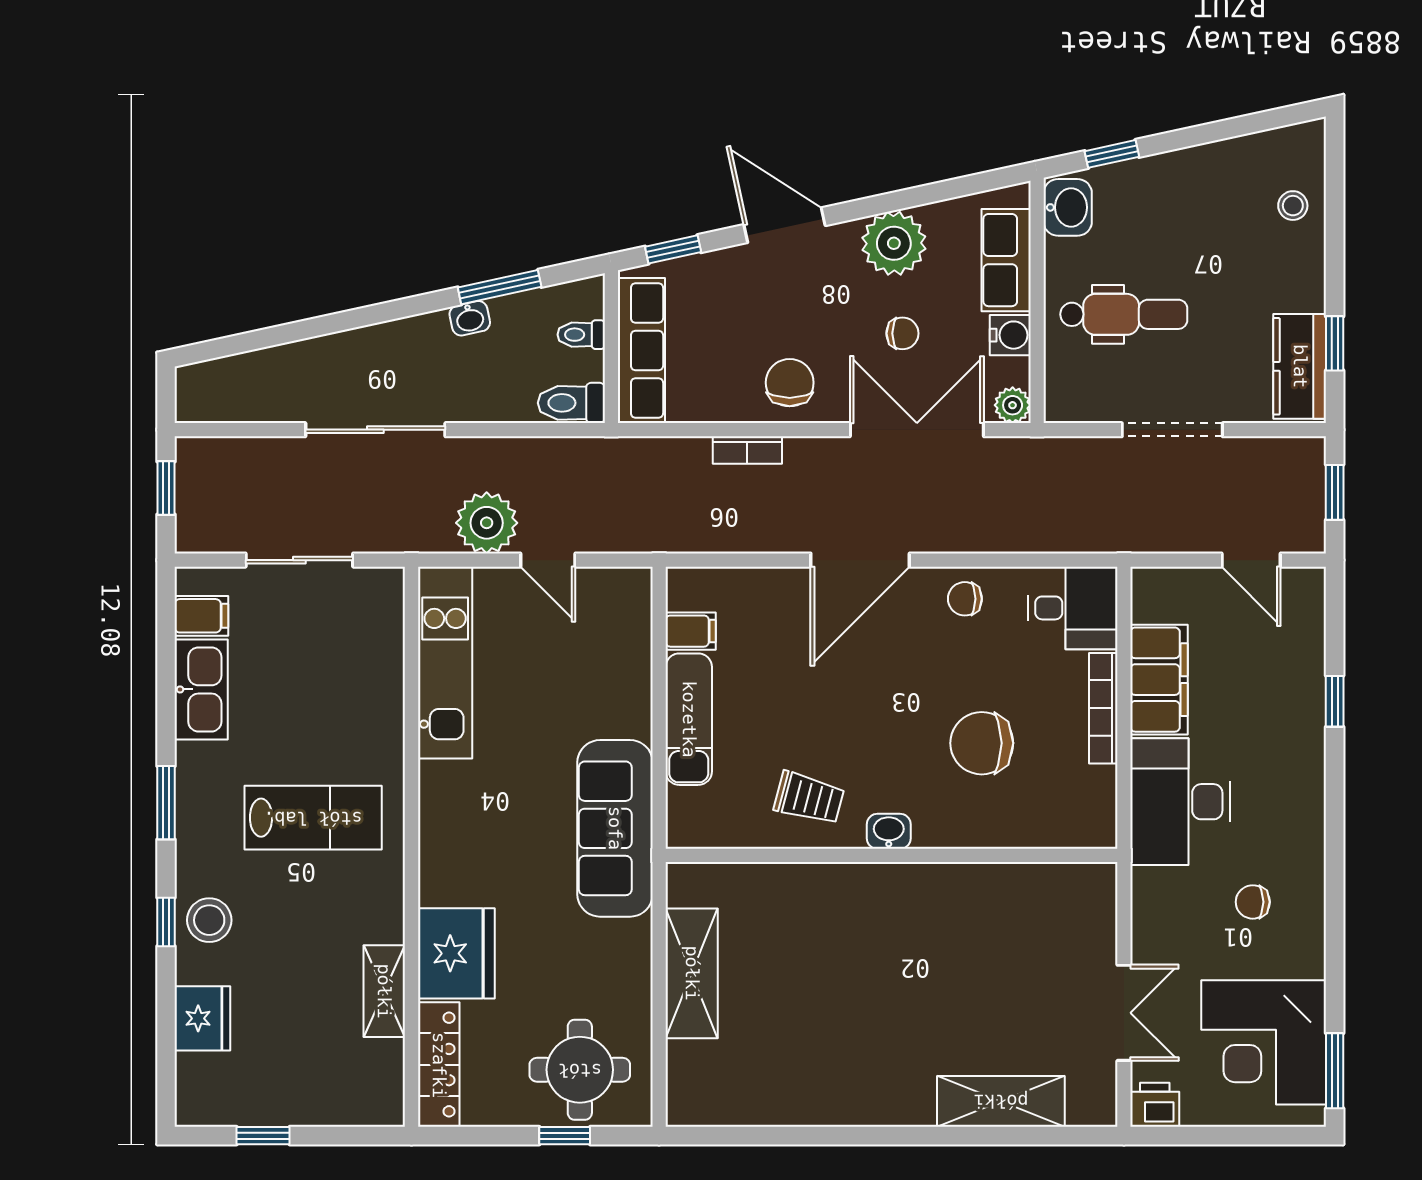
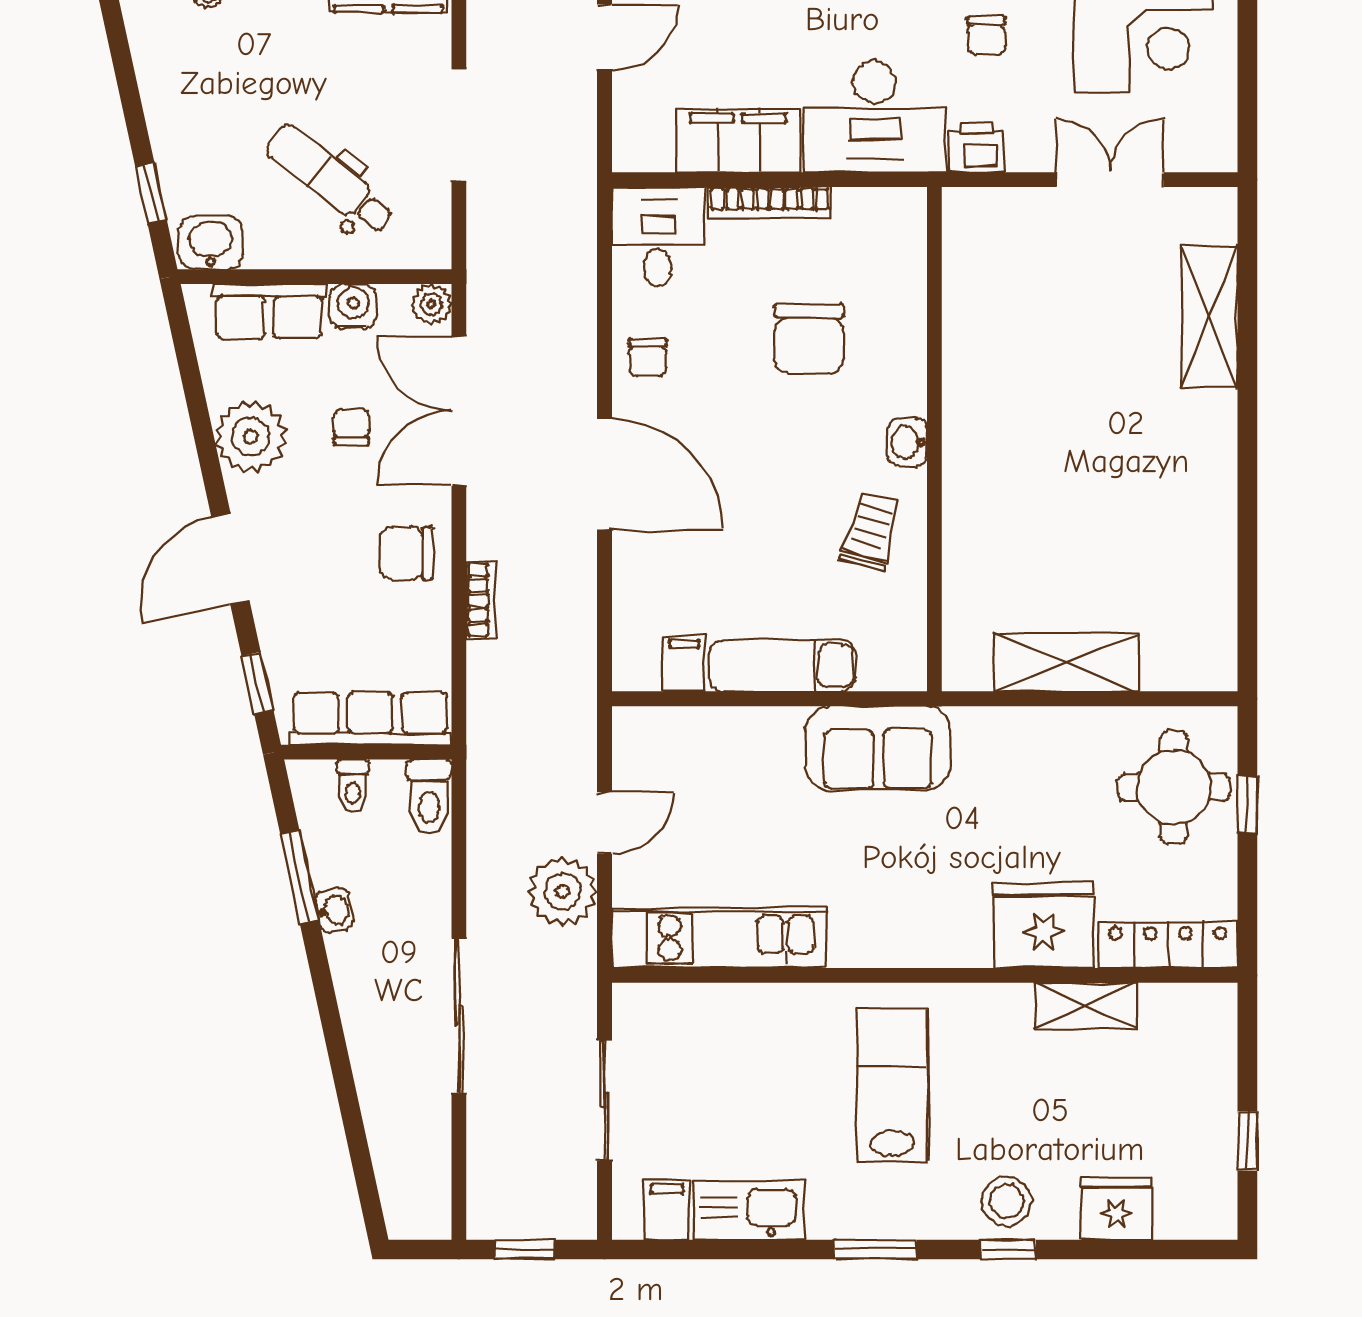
dental chair: (1124, 314) -> (330, 180), turned -52
sofa: (615, 828) -> (878, 748), width x0.73
printer: (1155, 1105) -> (976, 148), moved, turned 90

